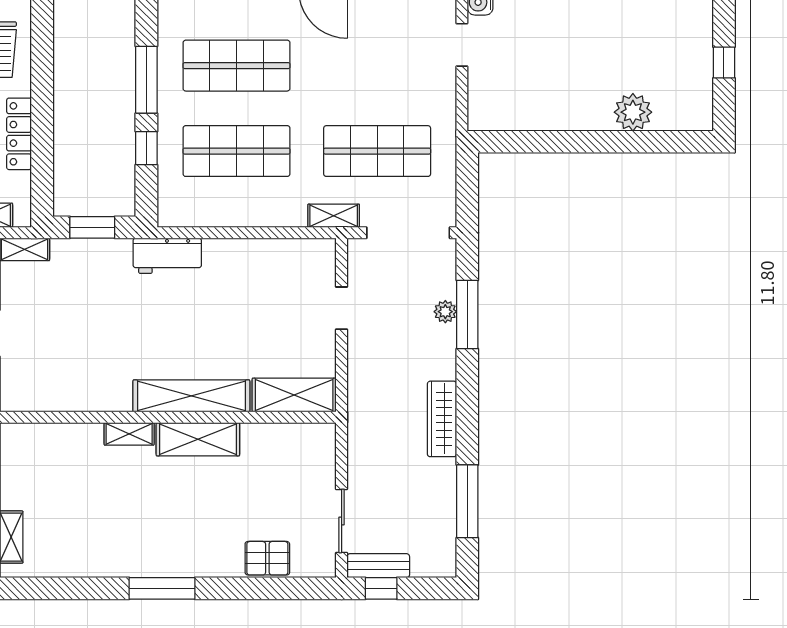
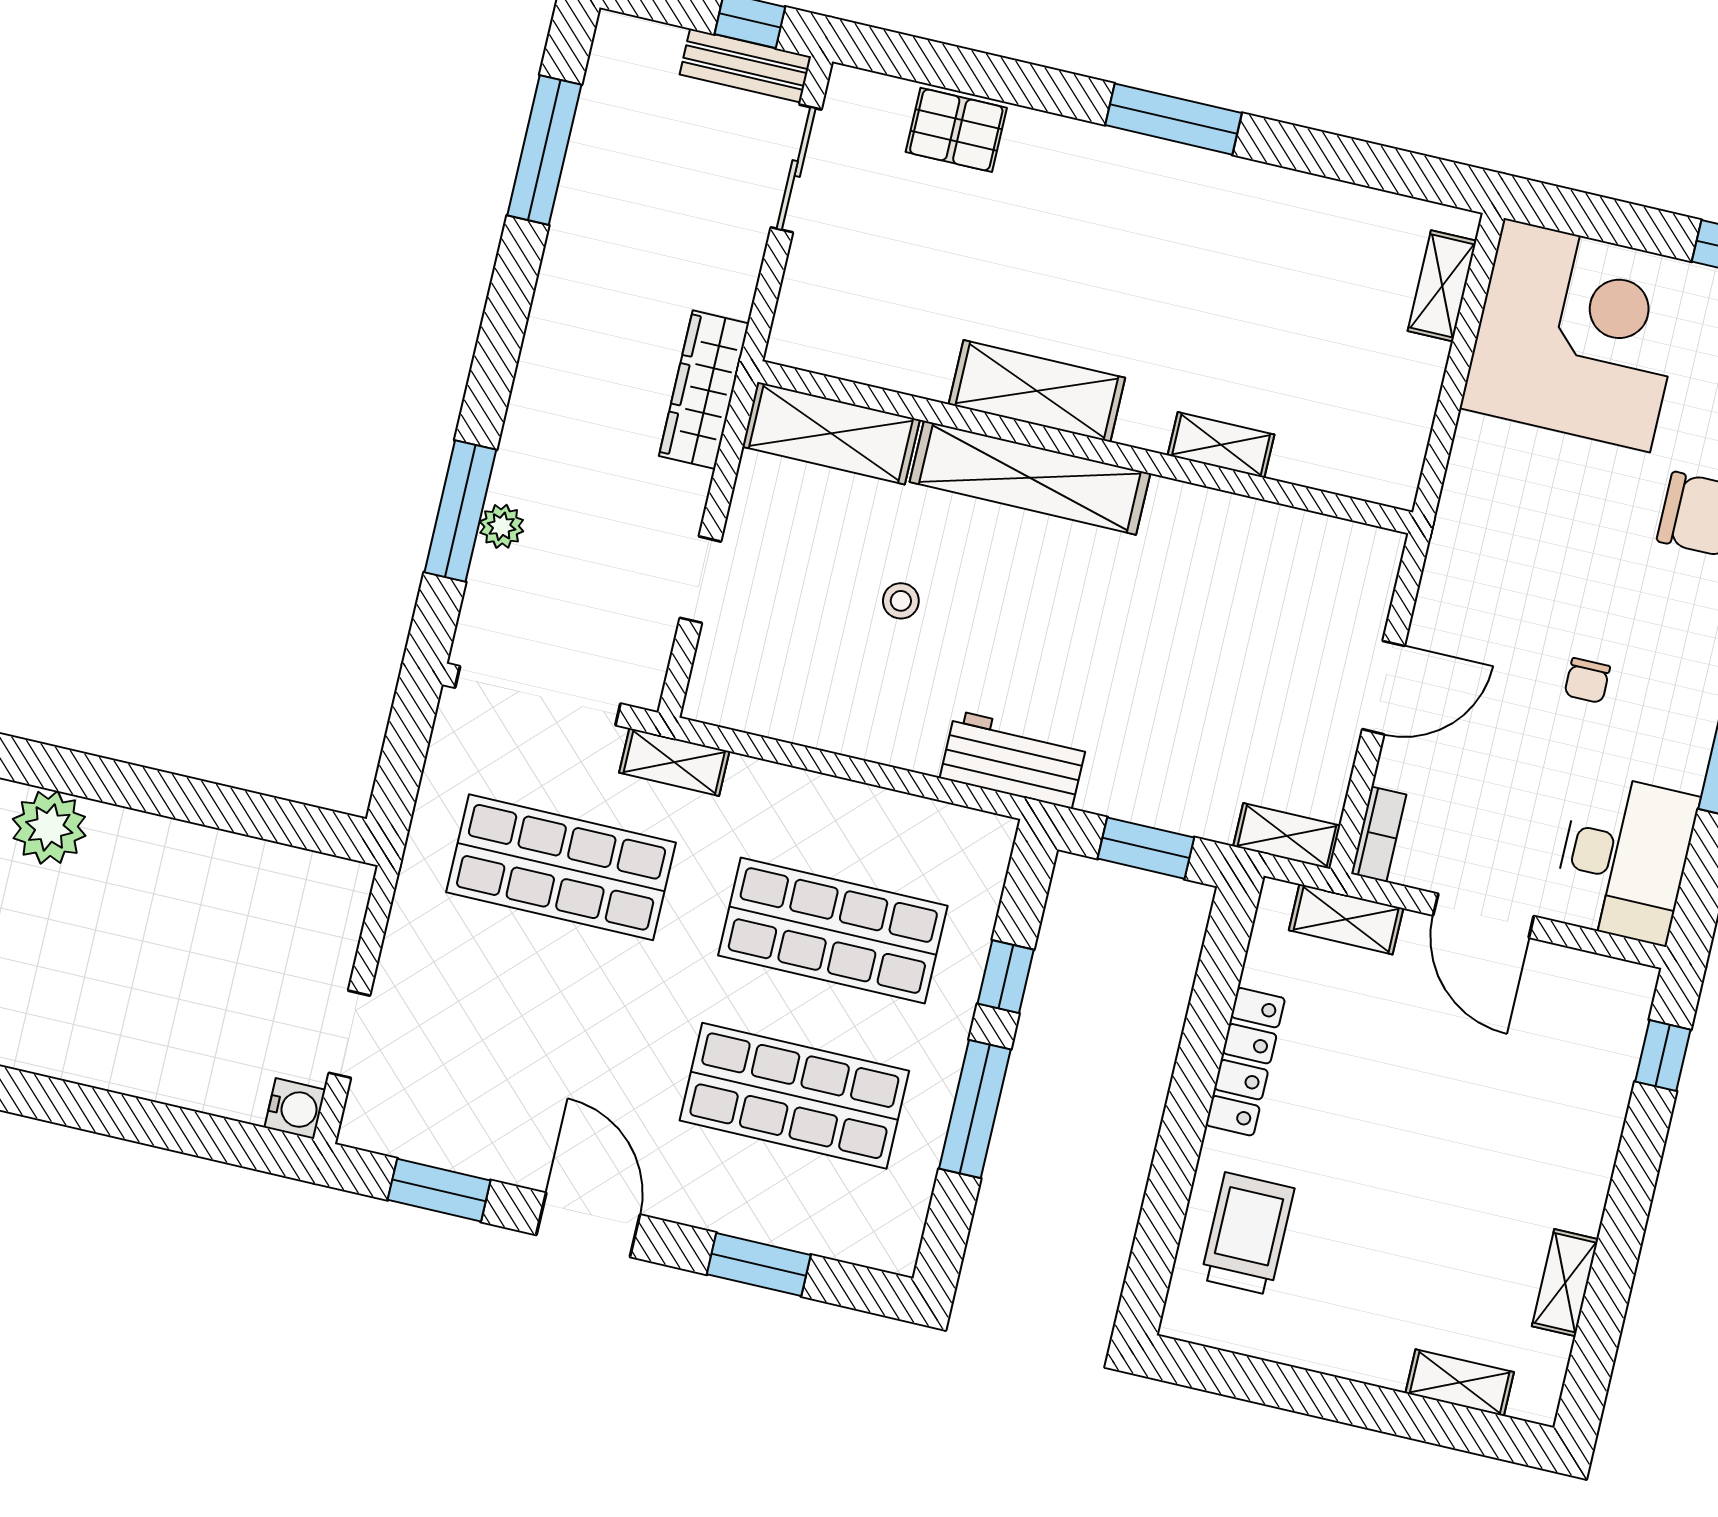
stool: (241, 321) -> (901, 601), added
wardrobe: (442, 419) -> (704, 390), moved, turned 180
shelving: (129, 434) -> (1221, 445), moved

